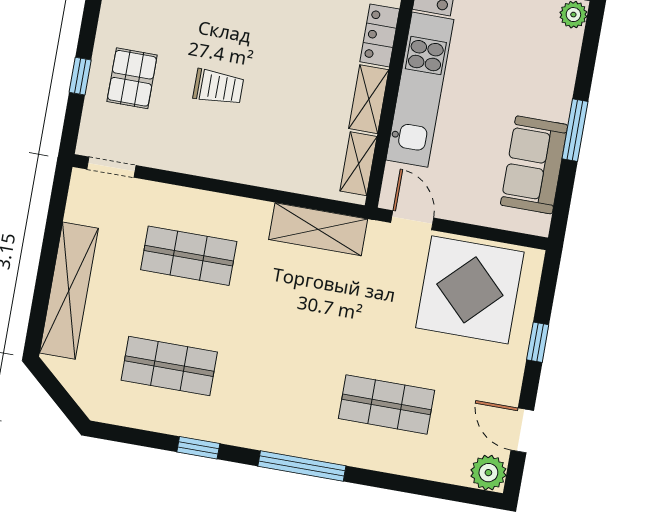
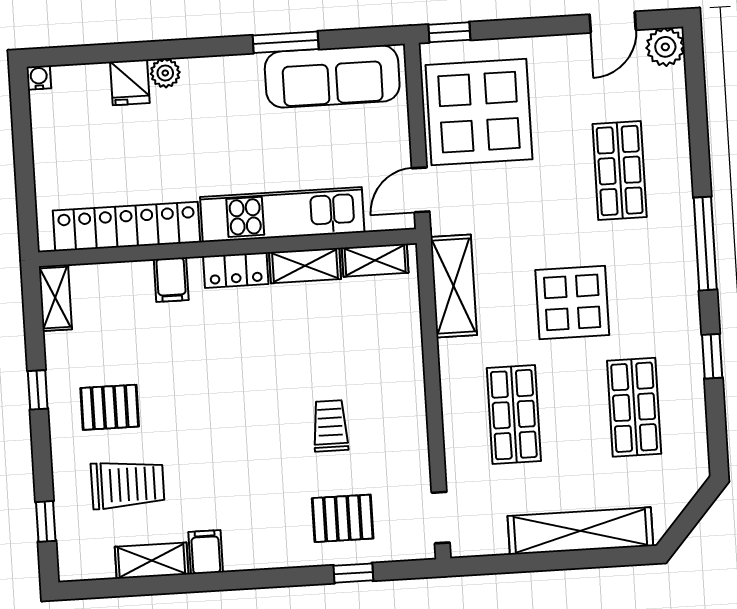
sofa: (534, 165) -> (332, 76), width x1.36
display table: (277, 333) -> (572, 302), added
window: (538, 342) -> (449, 32), moved

